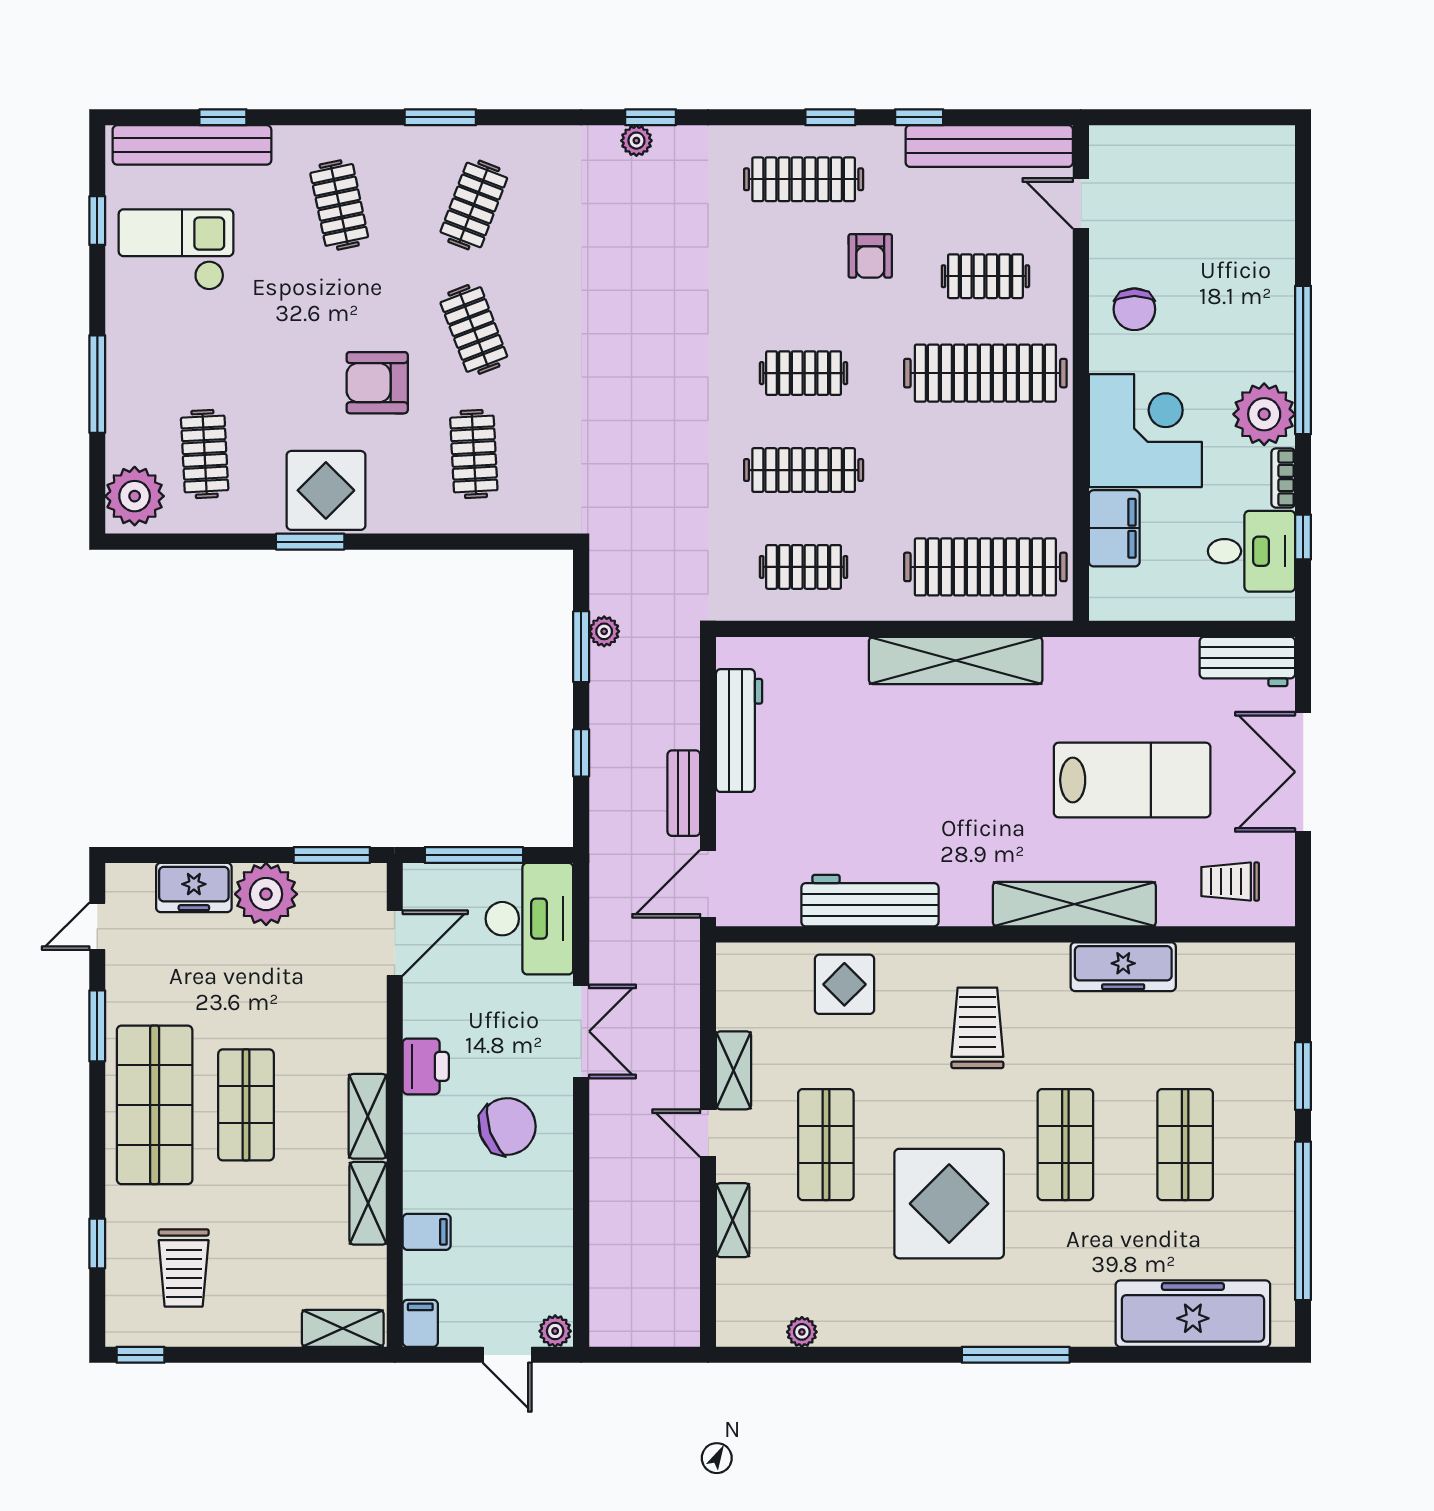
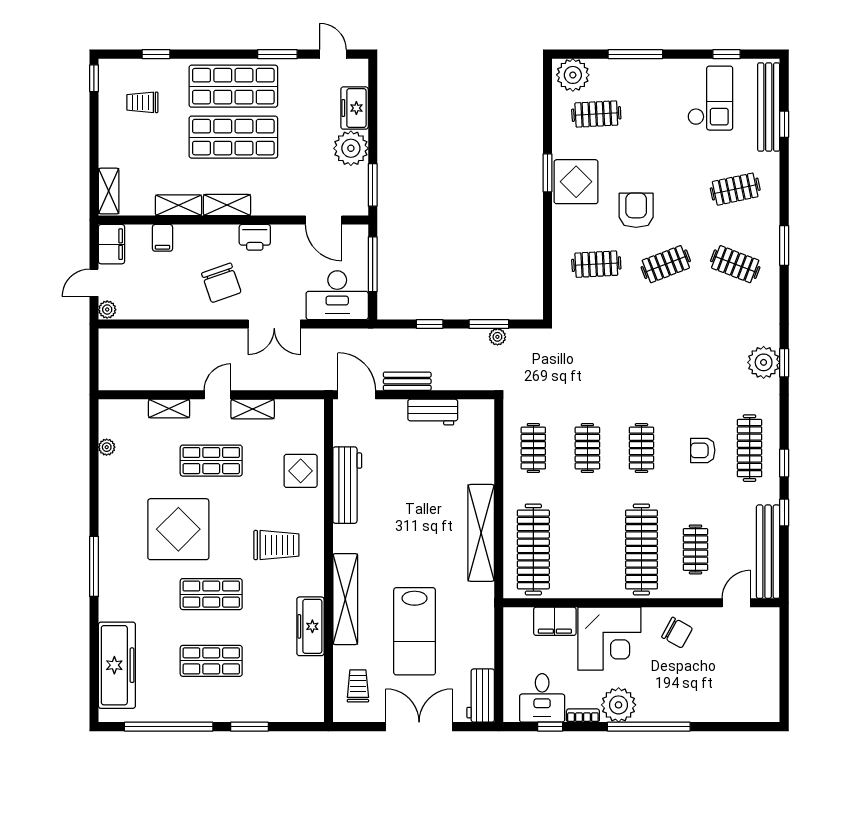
plant: (636, 141) -> (764, 362), width x1.88, depth x1.88
armchair: (870, 256) -> (703, 450), moved
chair: (1134, 309) -> (677, 633), turned -151
clothes rail: (804, 470) -> (587, 448), width x0.73
workbench: (739, 731) -> (433, 412), width x0.73
shop shelf: (246, 1105) -> (233, 137), width x1.43, depth x1.36
trolley: (184, 1268) -> (142, 102), width x0.73, depth x0.72
filing cabinet: (420, 1323) -> (111, 244), width x2.00

